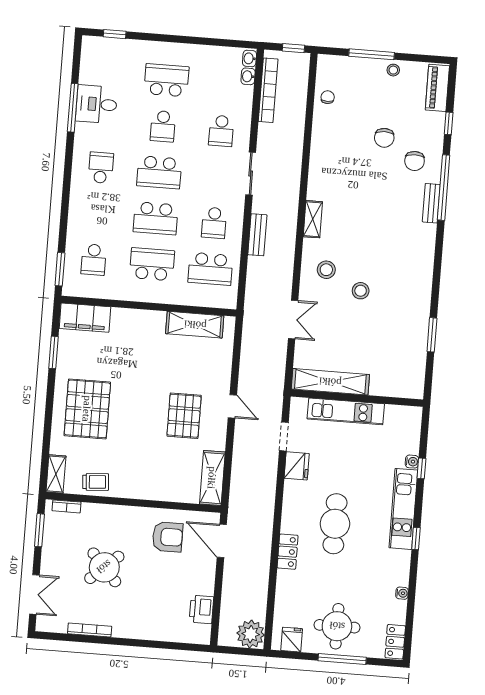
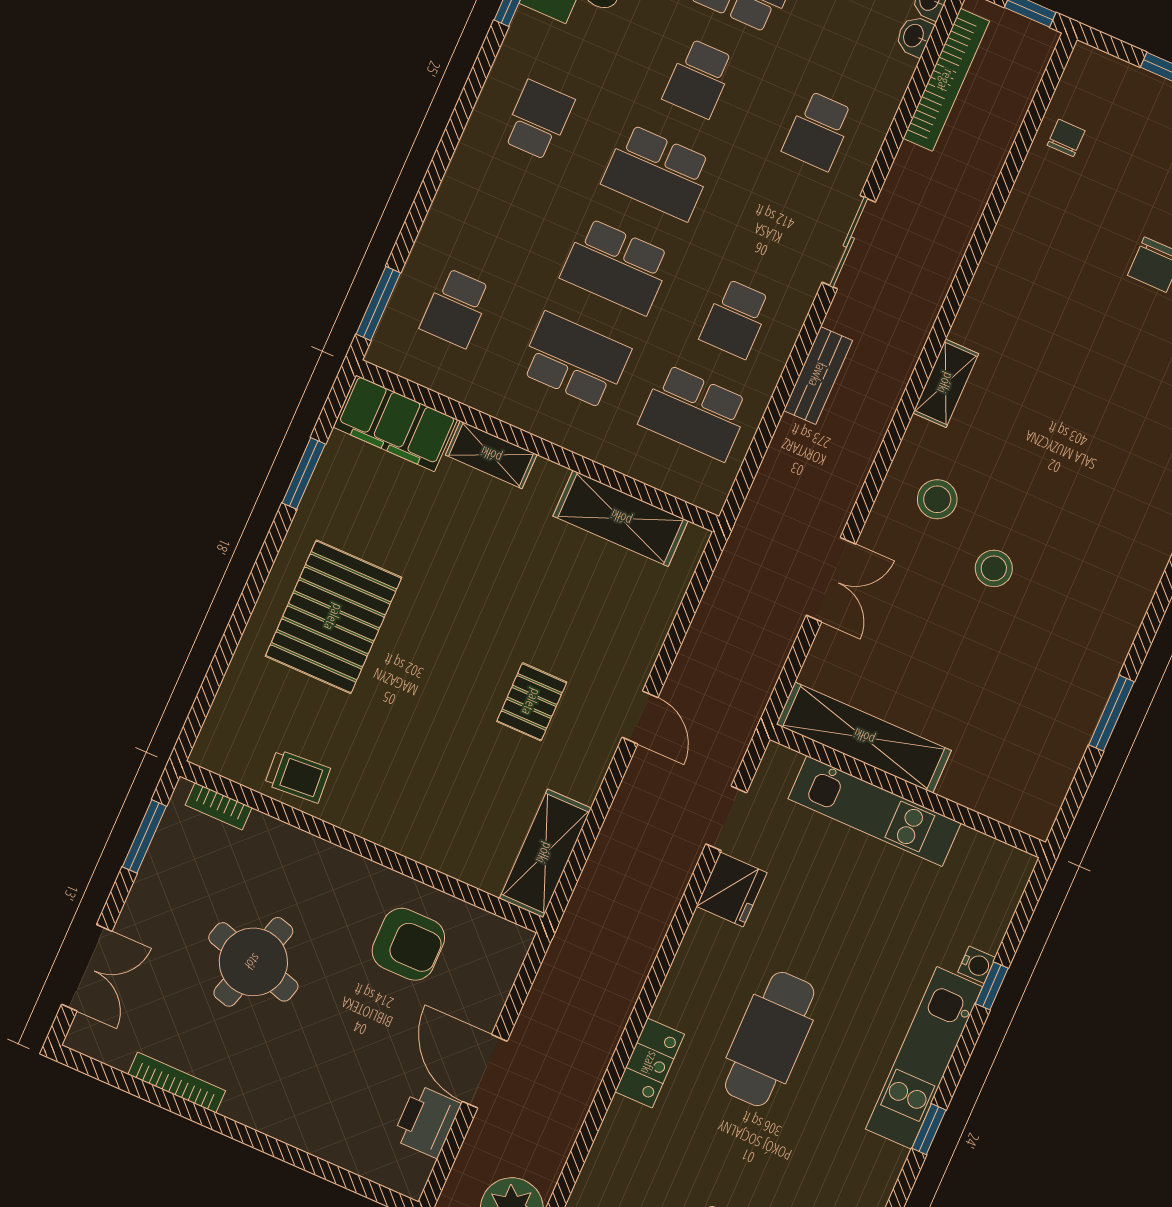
pallet: (184, 416) -> (532, 702), width x0.67, depth x0.71
shelving: (56, 474) -> (491, 455), moved, turned 90
door: (222, 541) -> (485, 1071), moved
round table: (104, 567) -> (253, 962), turned -32

